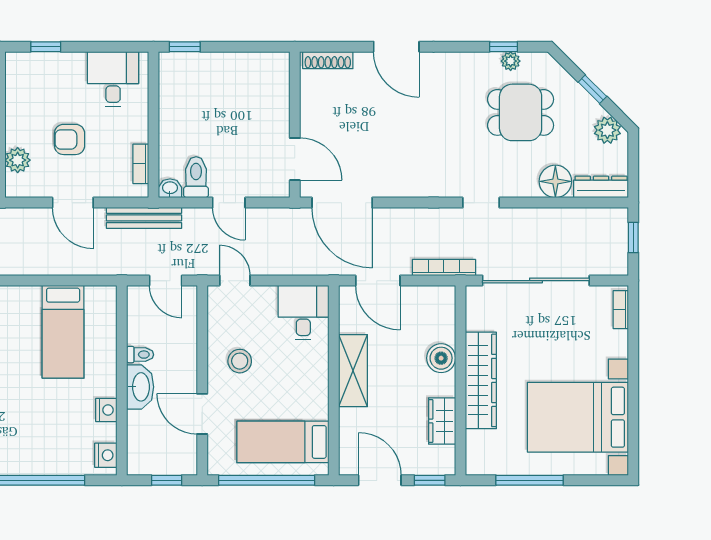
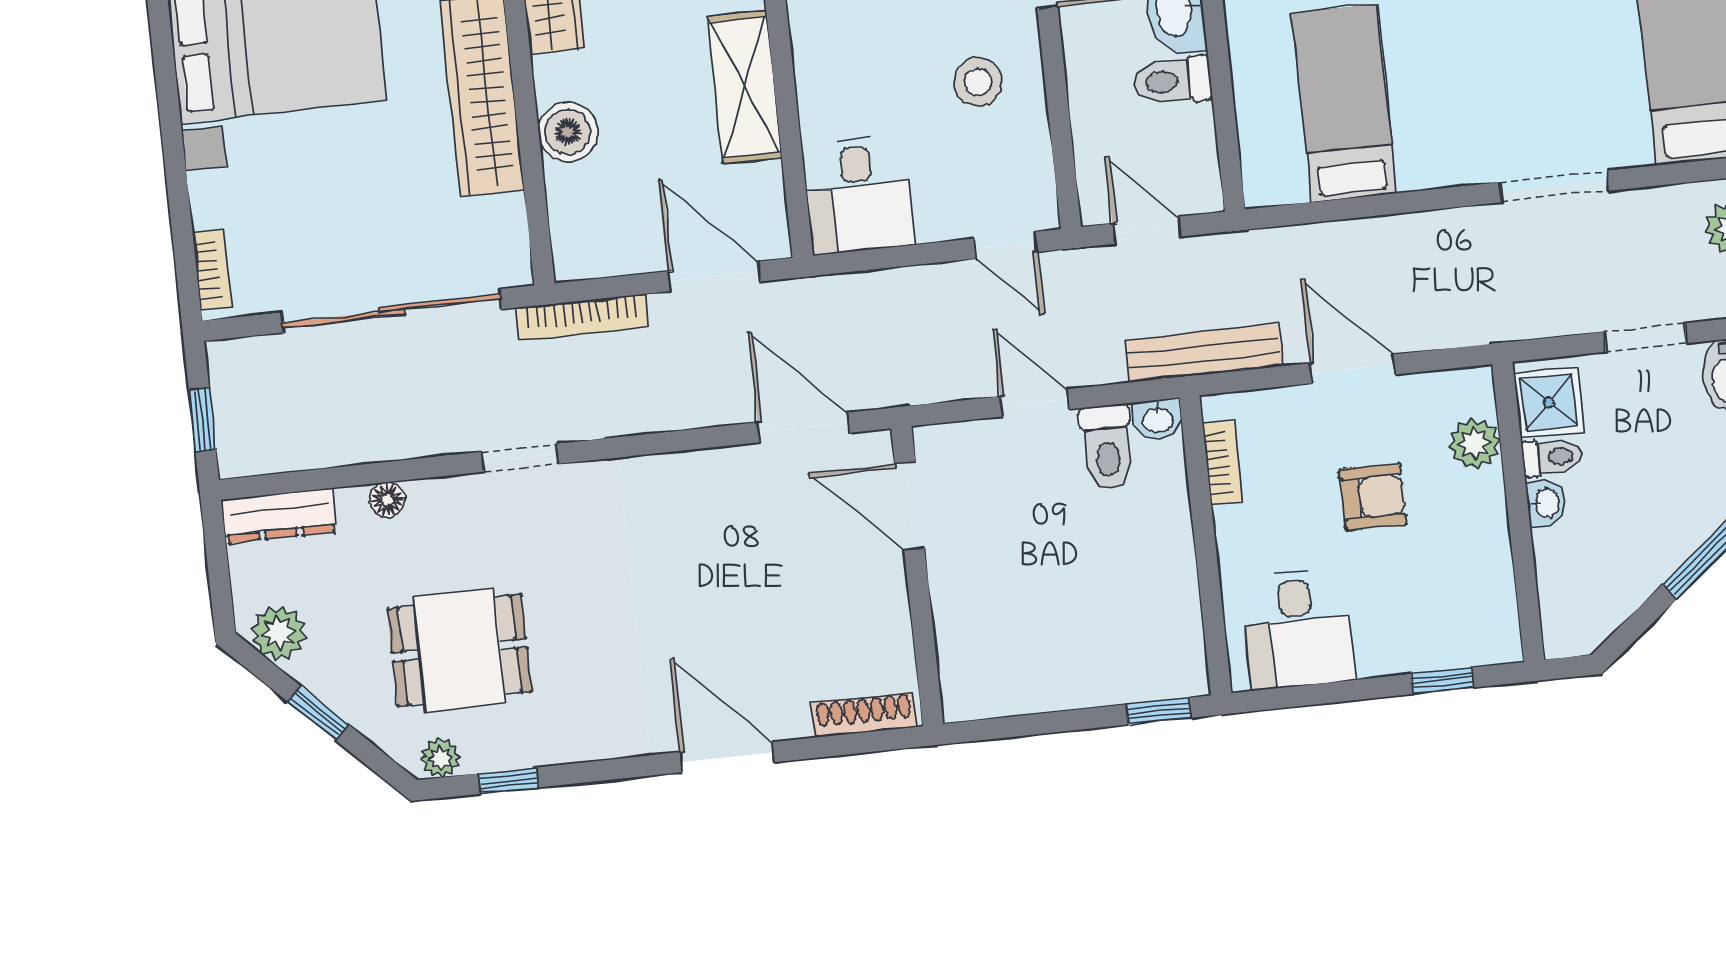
plant: (511, 61) -> (441, 758), moved
floor lamp: (555, 181) -> (387, 500), width x0.53, depth x0.53
door: (342, 203) -> (804, 427), width x0.73
toilet: (140, 355) -> (1173, 81), width x1.37, depth x1.39

